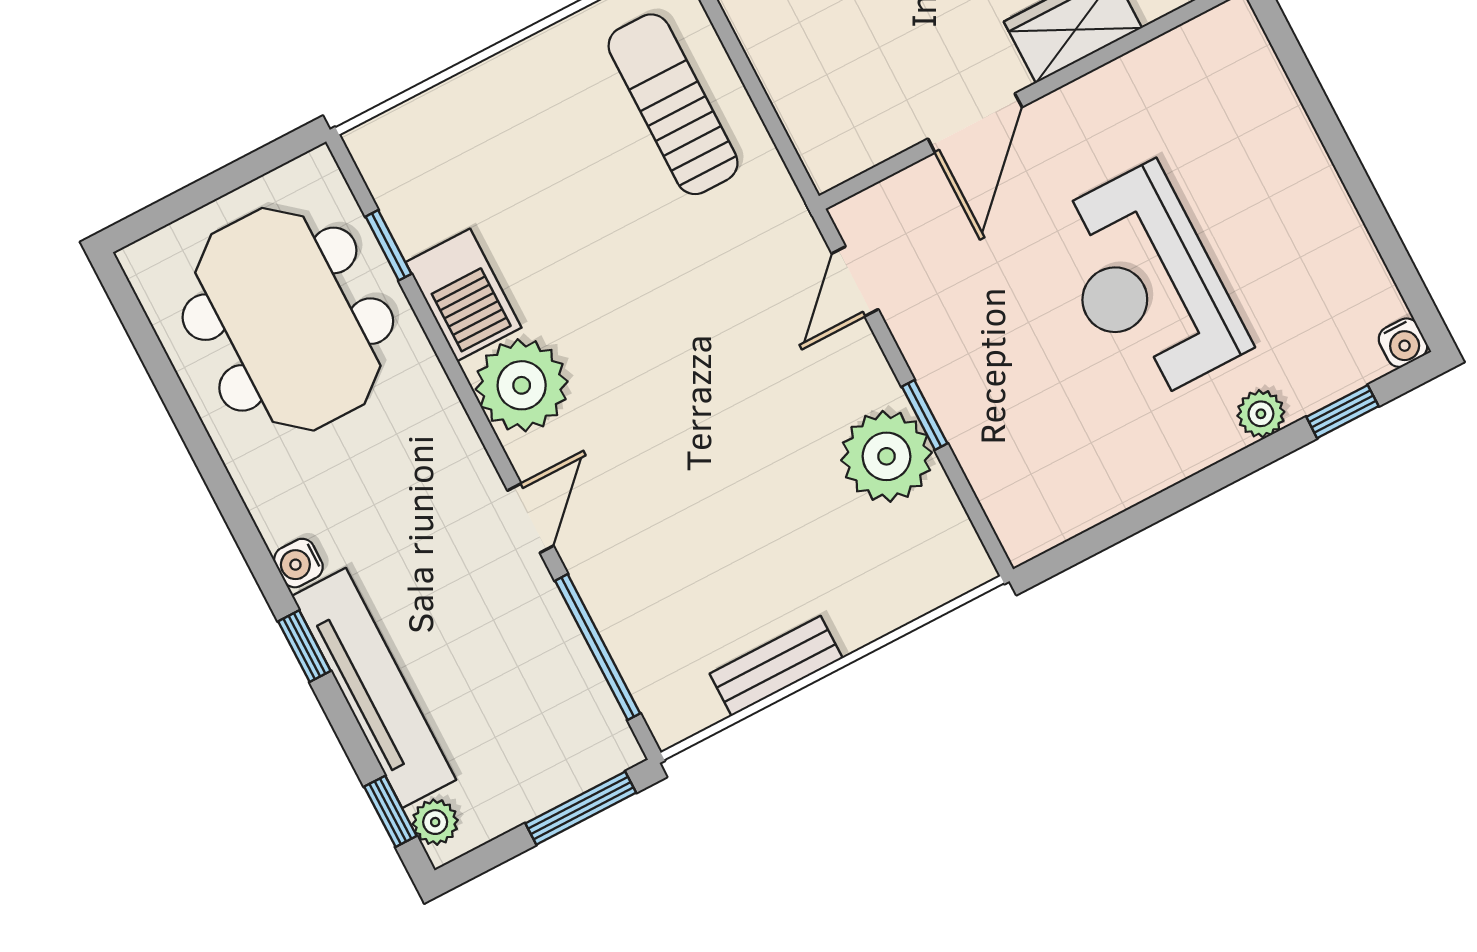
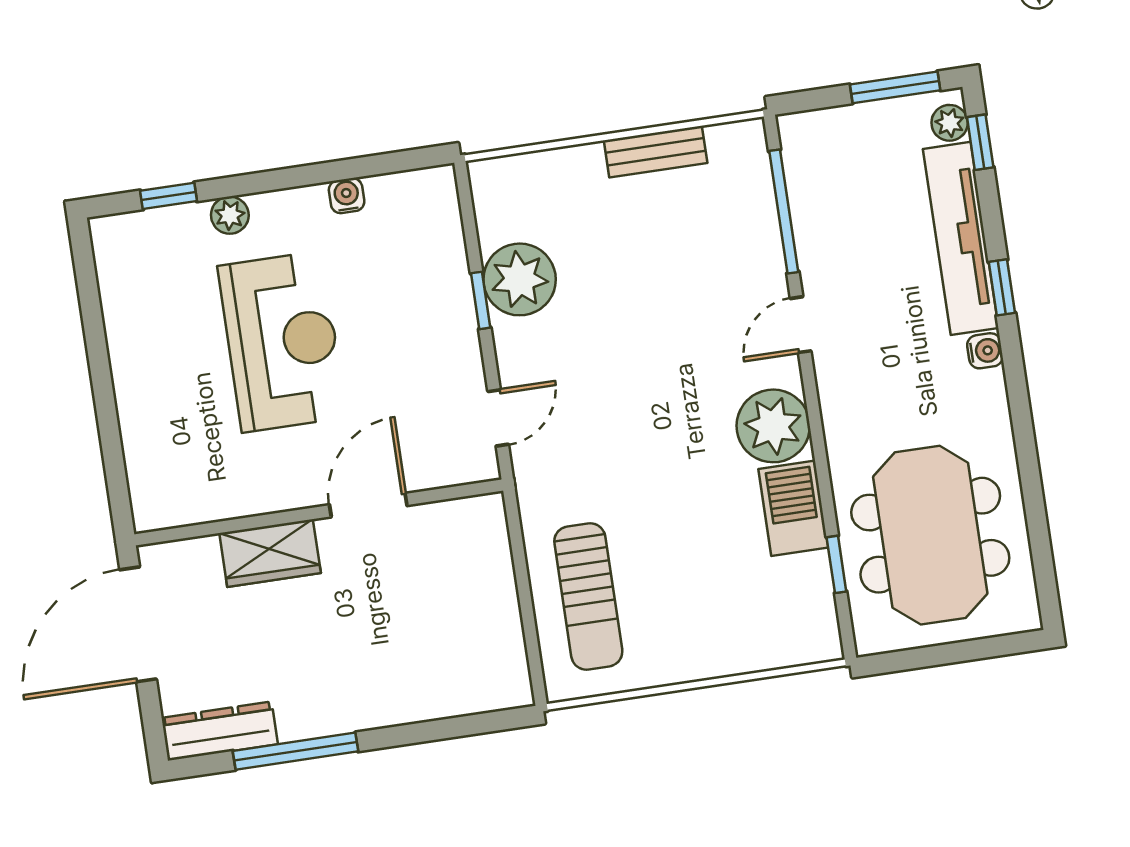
water cooler: (1403, 343) -> (347, 196), moved
window: (581, 808) -> (895, 87), moved

